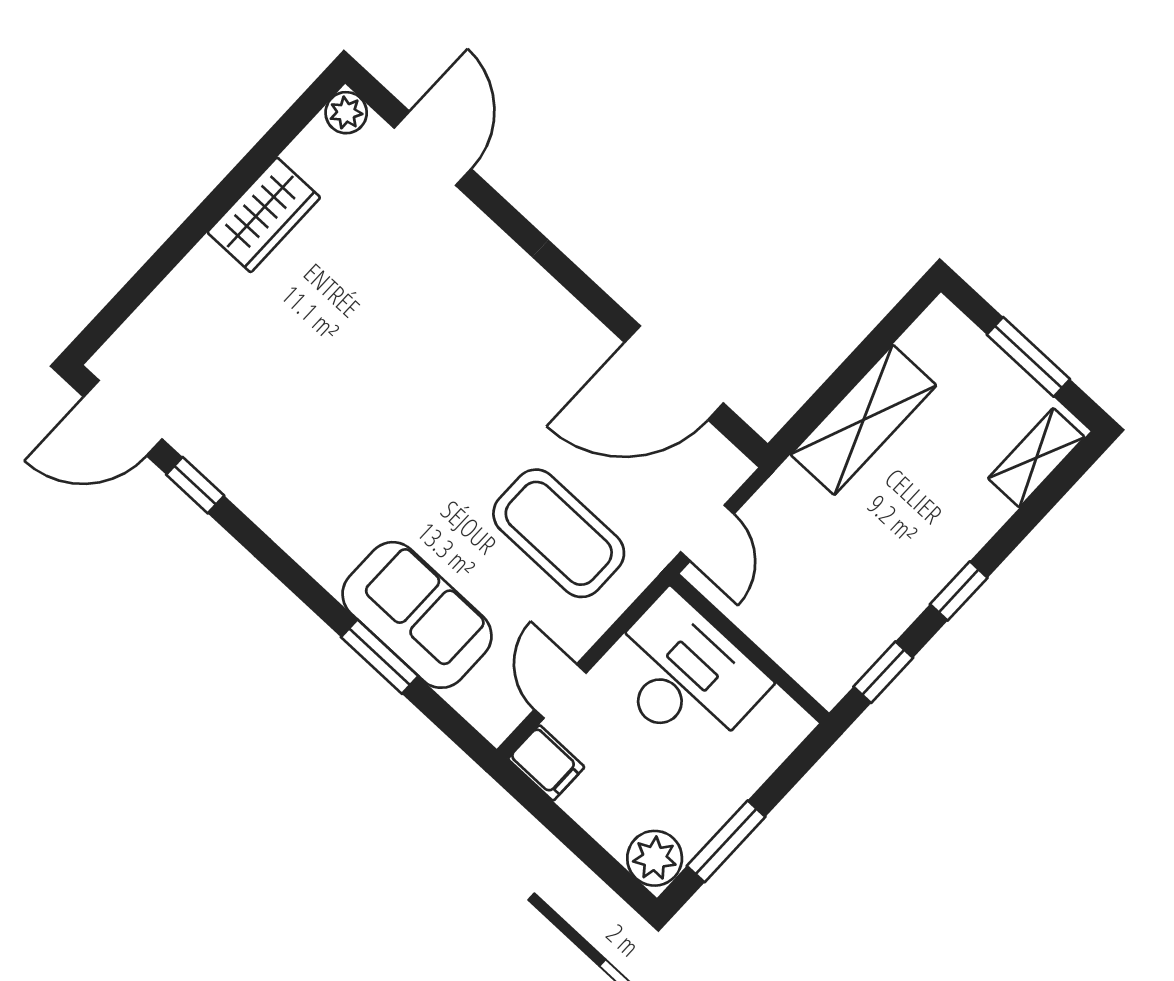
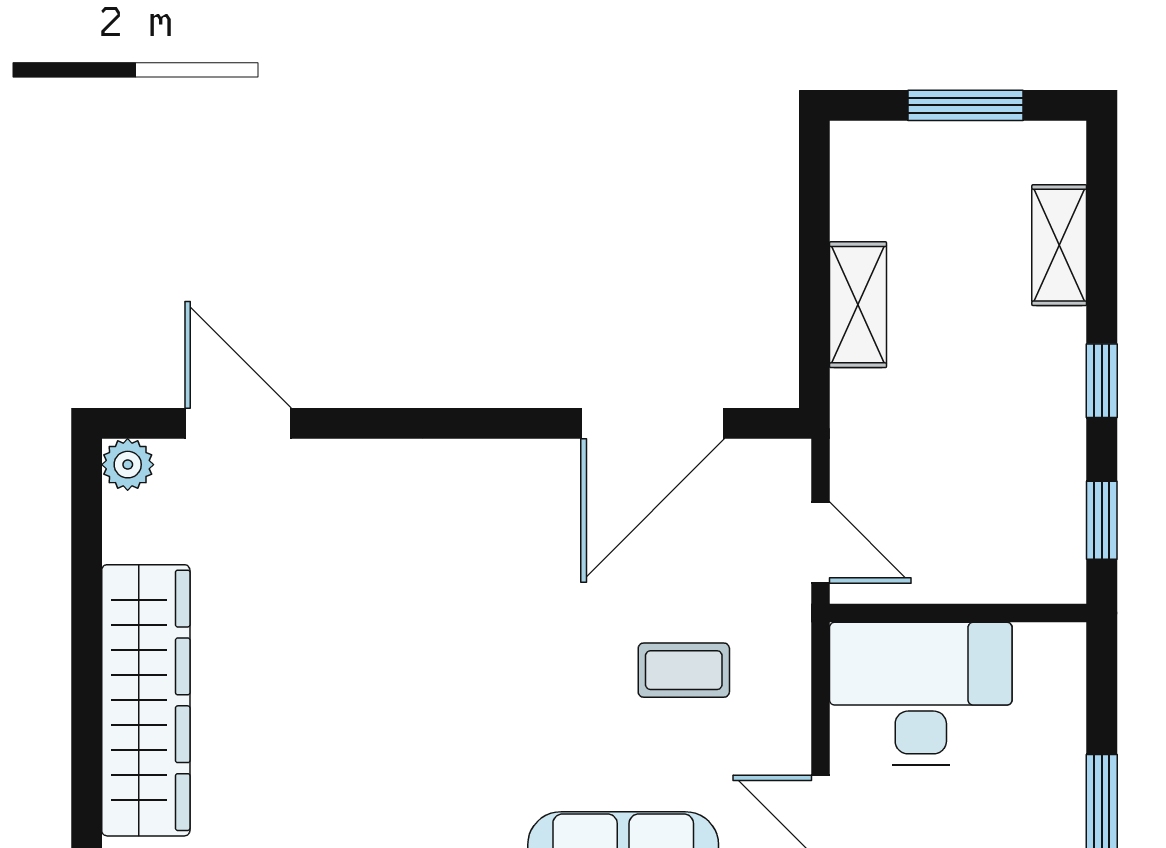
wardrobe: (264, 215) -> (146, 700), width x2.10, depth x1.17
shelving: (863, 420) -> (858, 305), width x0.67, depth x0.75
shelving: (1036, 458) -> (1059, 245), moved
coffee table: (559, 533) -> (684, 670), width x0.54, depth x0.58

